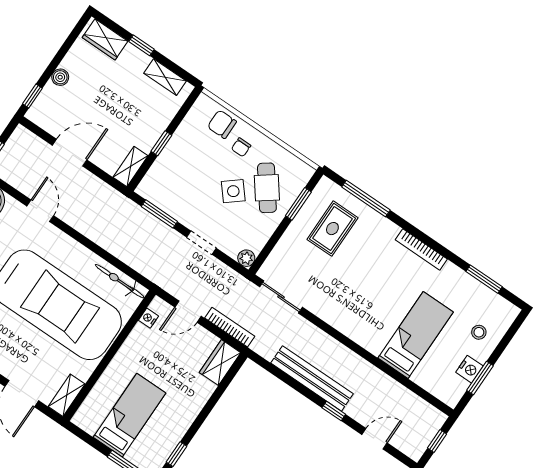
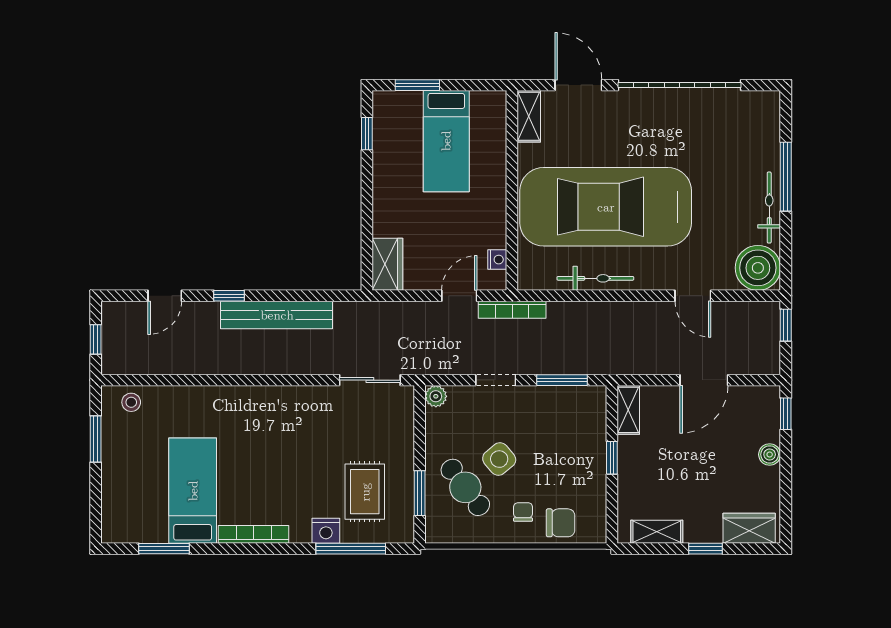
bicycle: (120, 281) -> (595, 278), moved
bookcase: (230, 327) -> (512, 310), moved
stool: (479, 332) -> (131, 402), moved
bed: (416, 335) -> (193, 491), moved, turned 180
nightstand: (469, 369) -> (326, 531), moved, turned -90

